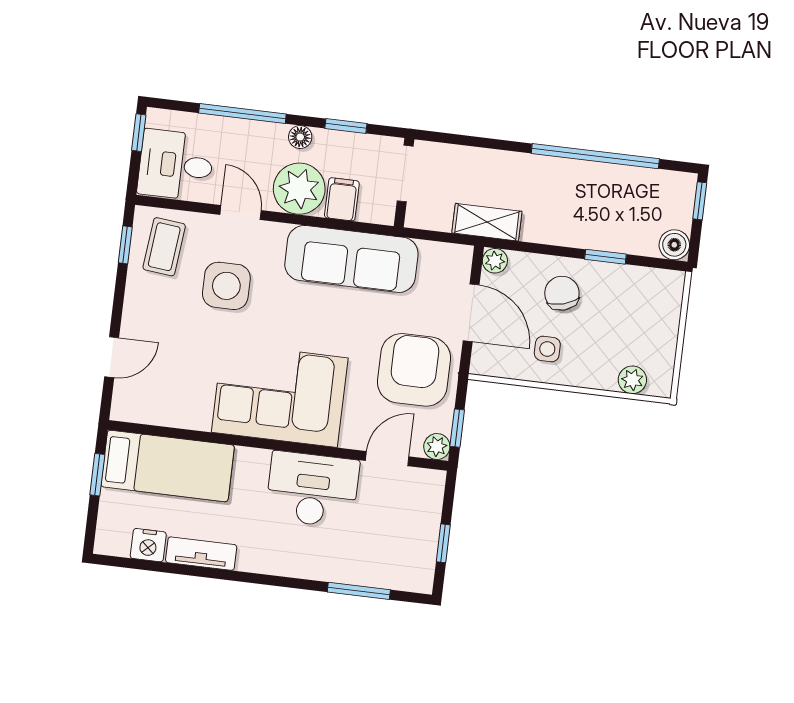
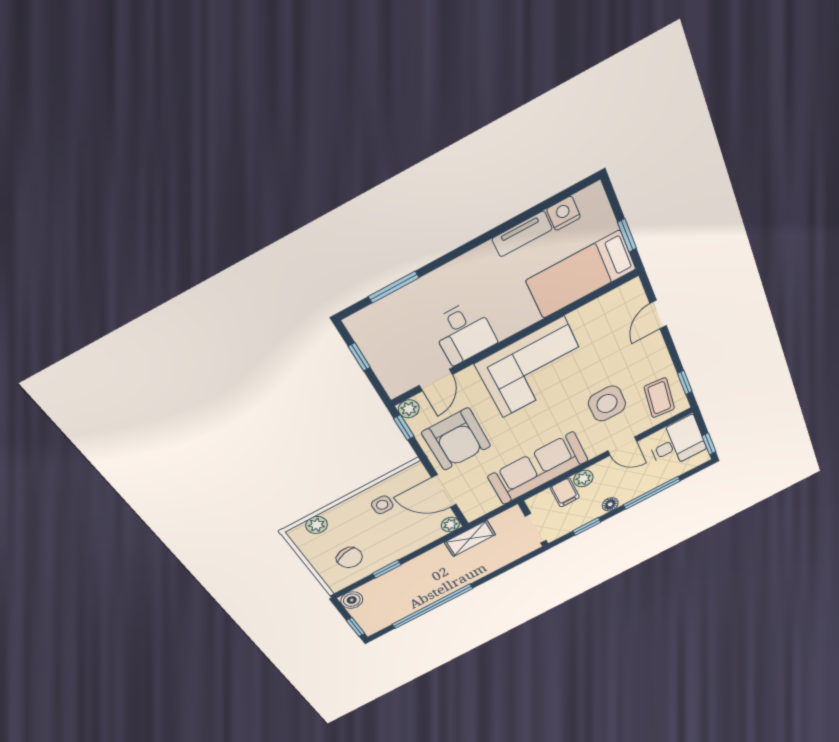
plant: (299, 189) -> (583, 479), width x0.53, depth x0.53
chair: (562, 293) -> (350, 558), moved
desk: (312, 489) -> (464, 333), width x0.73

